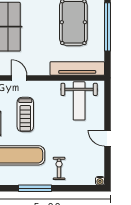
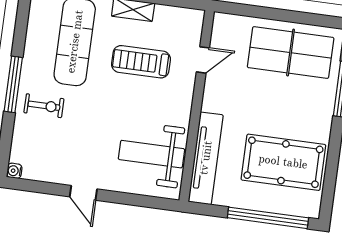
door: (107, 138) -> (83, 193), swing flipped
window: (35, 188) -> (13, 84), moved

